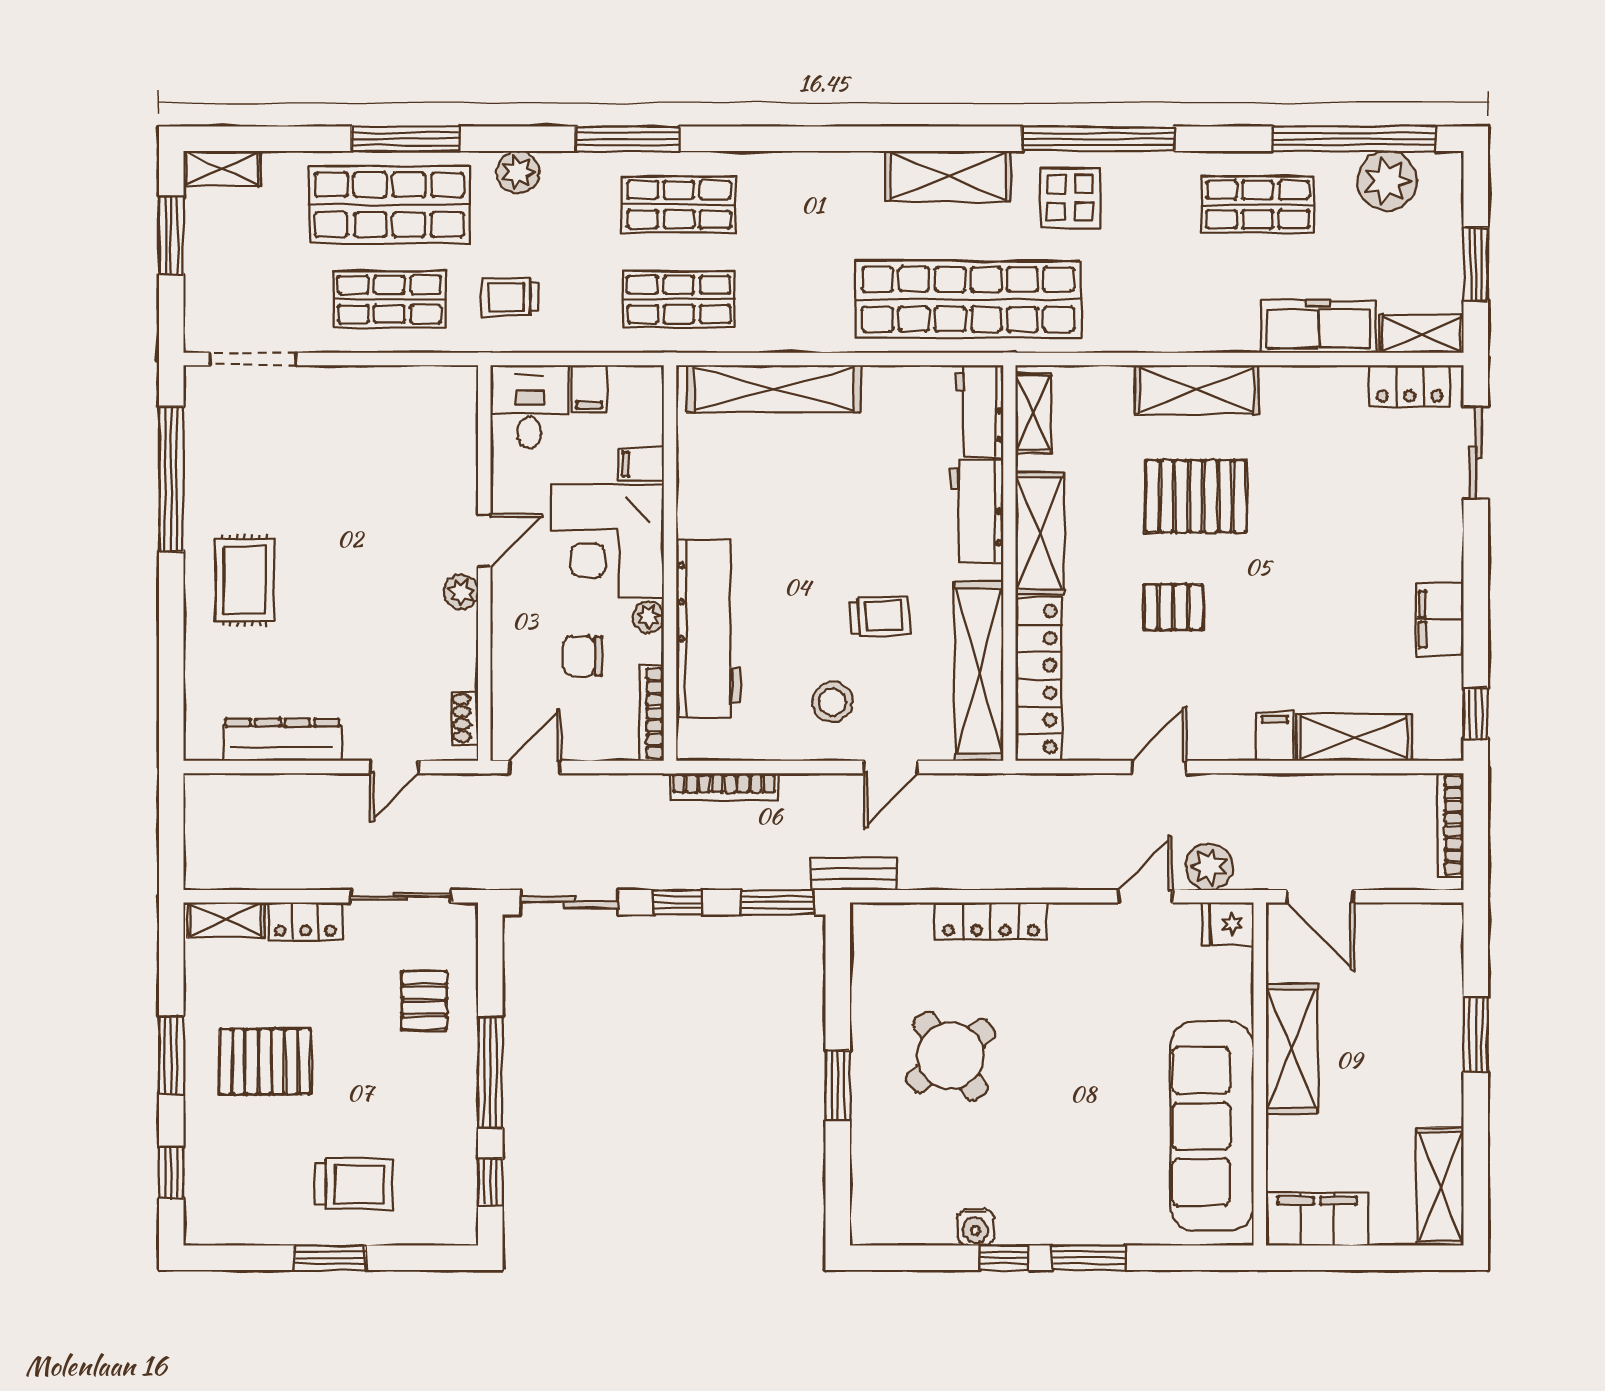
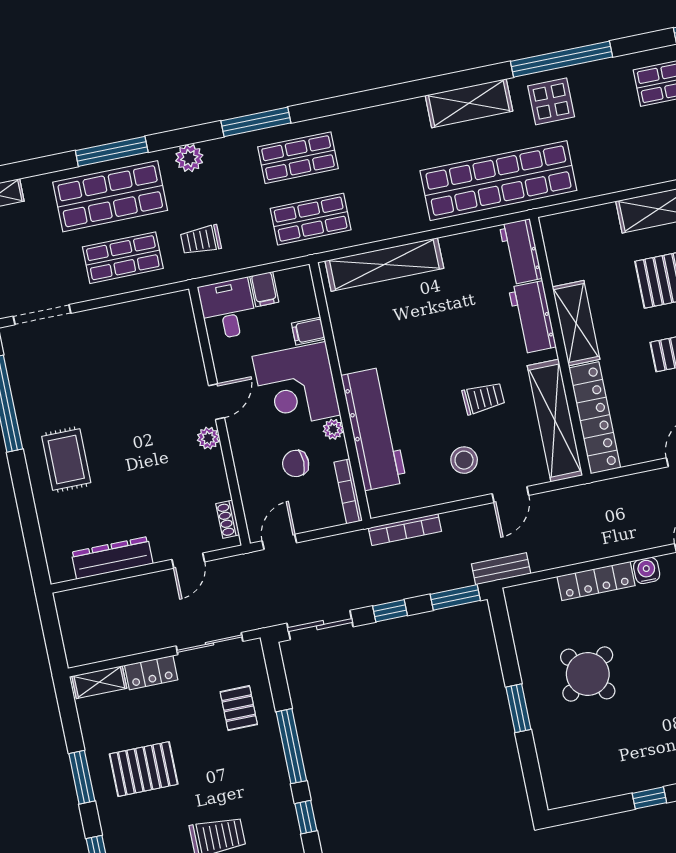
shelving: (1033, 413) -> (556, 246), removed
water cooler: (976, 1227) -> (647, 570), moved, turned 180

